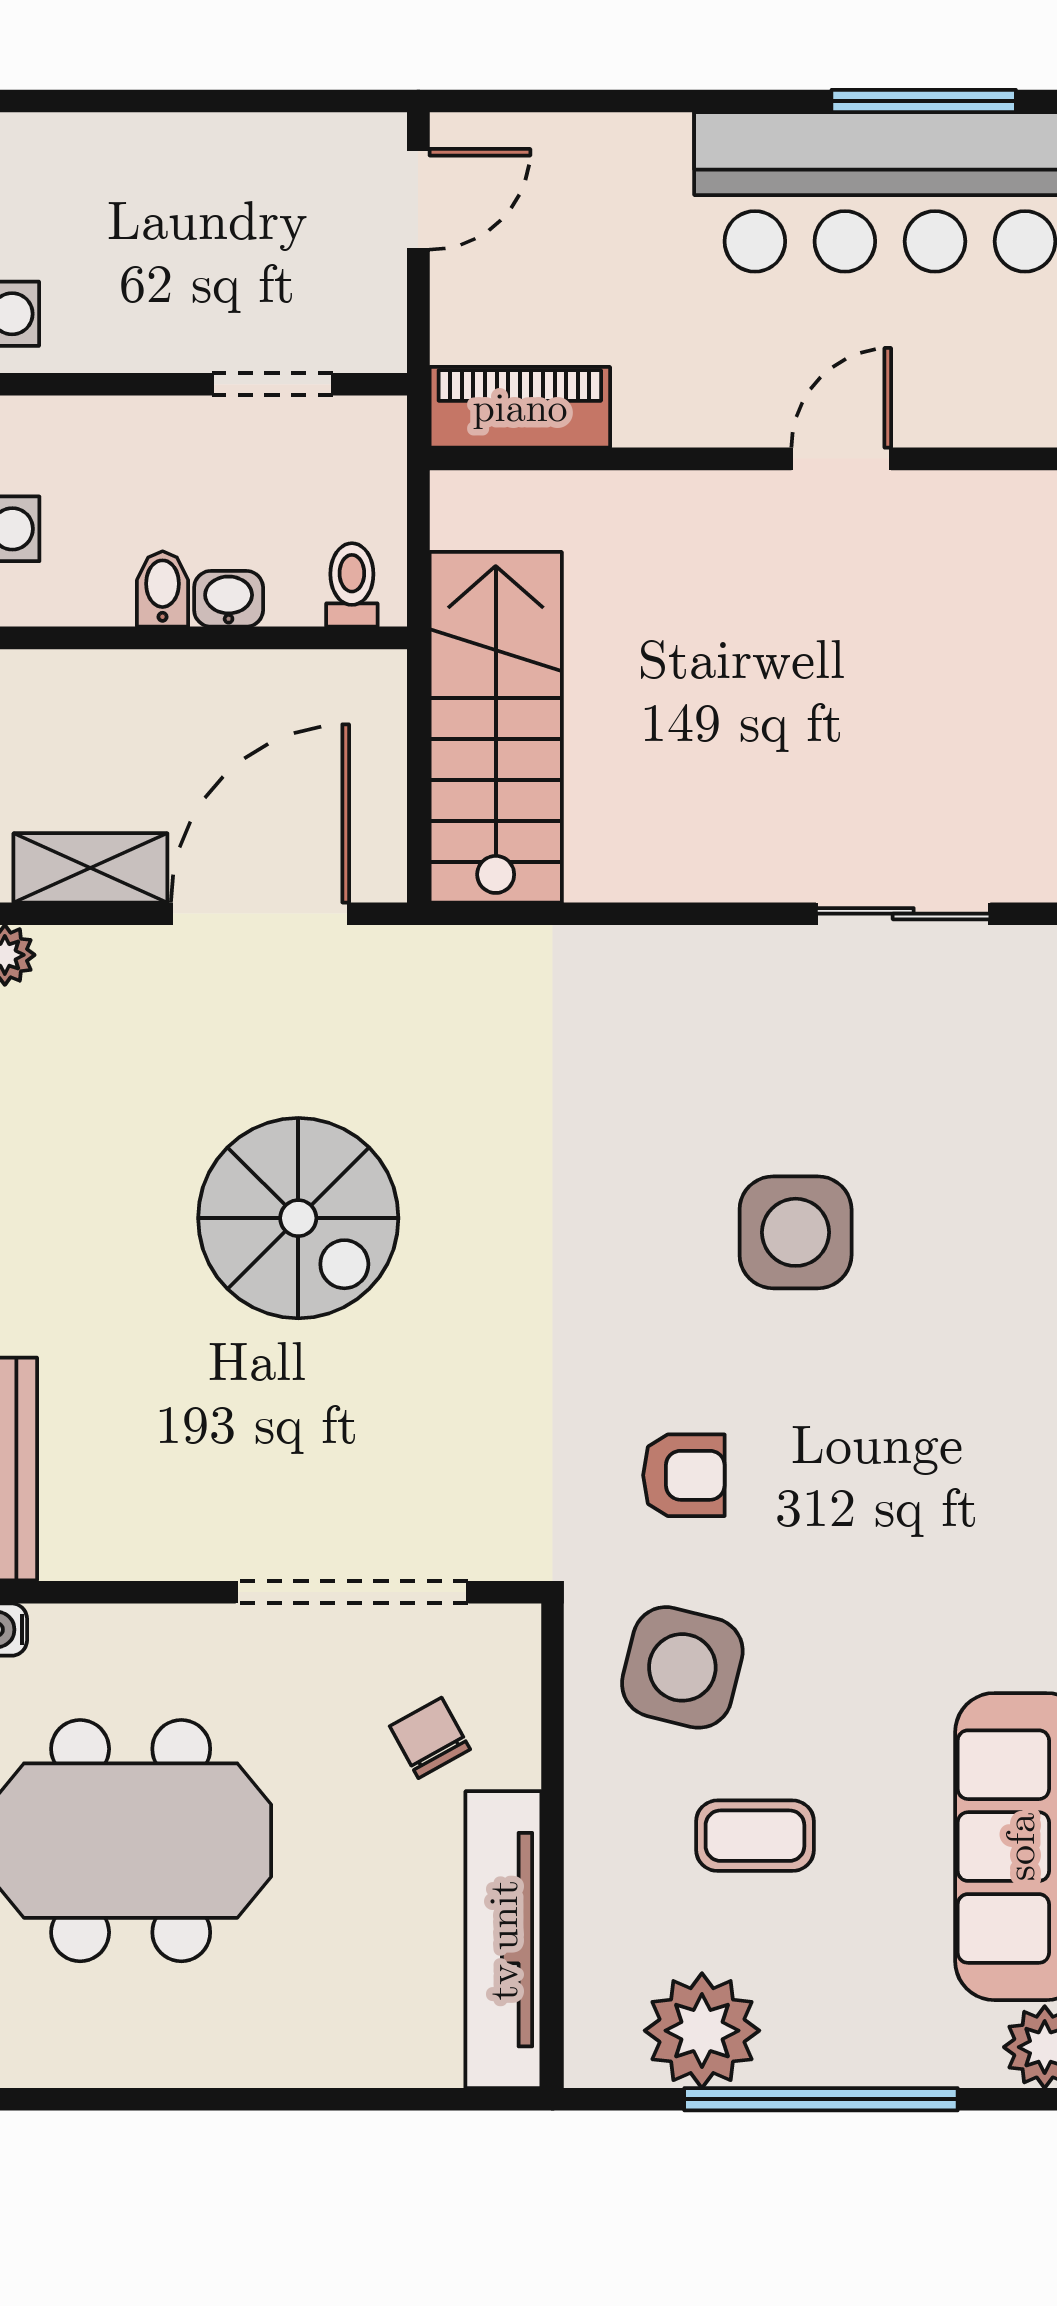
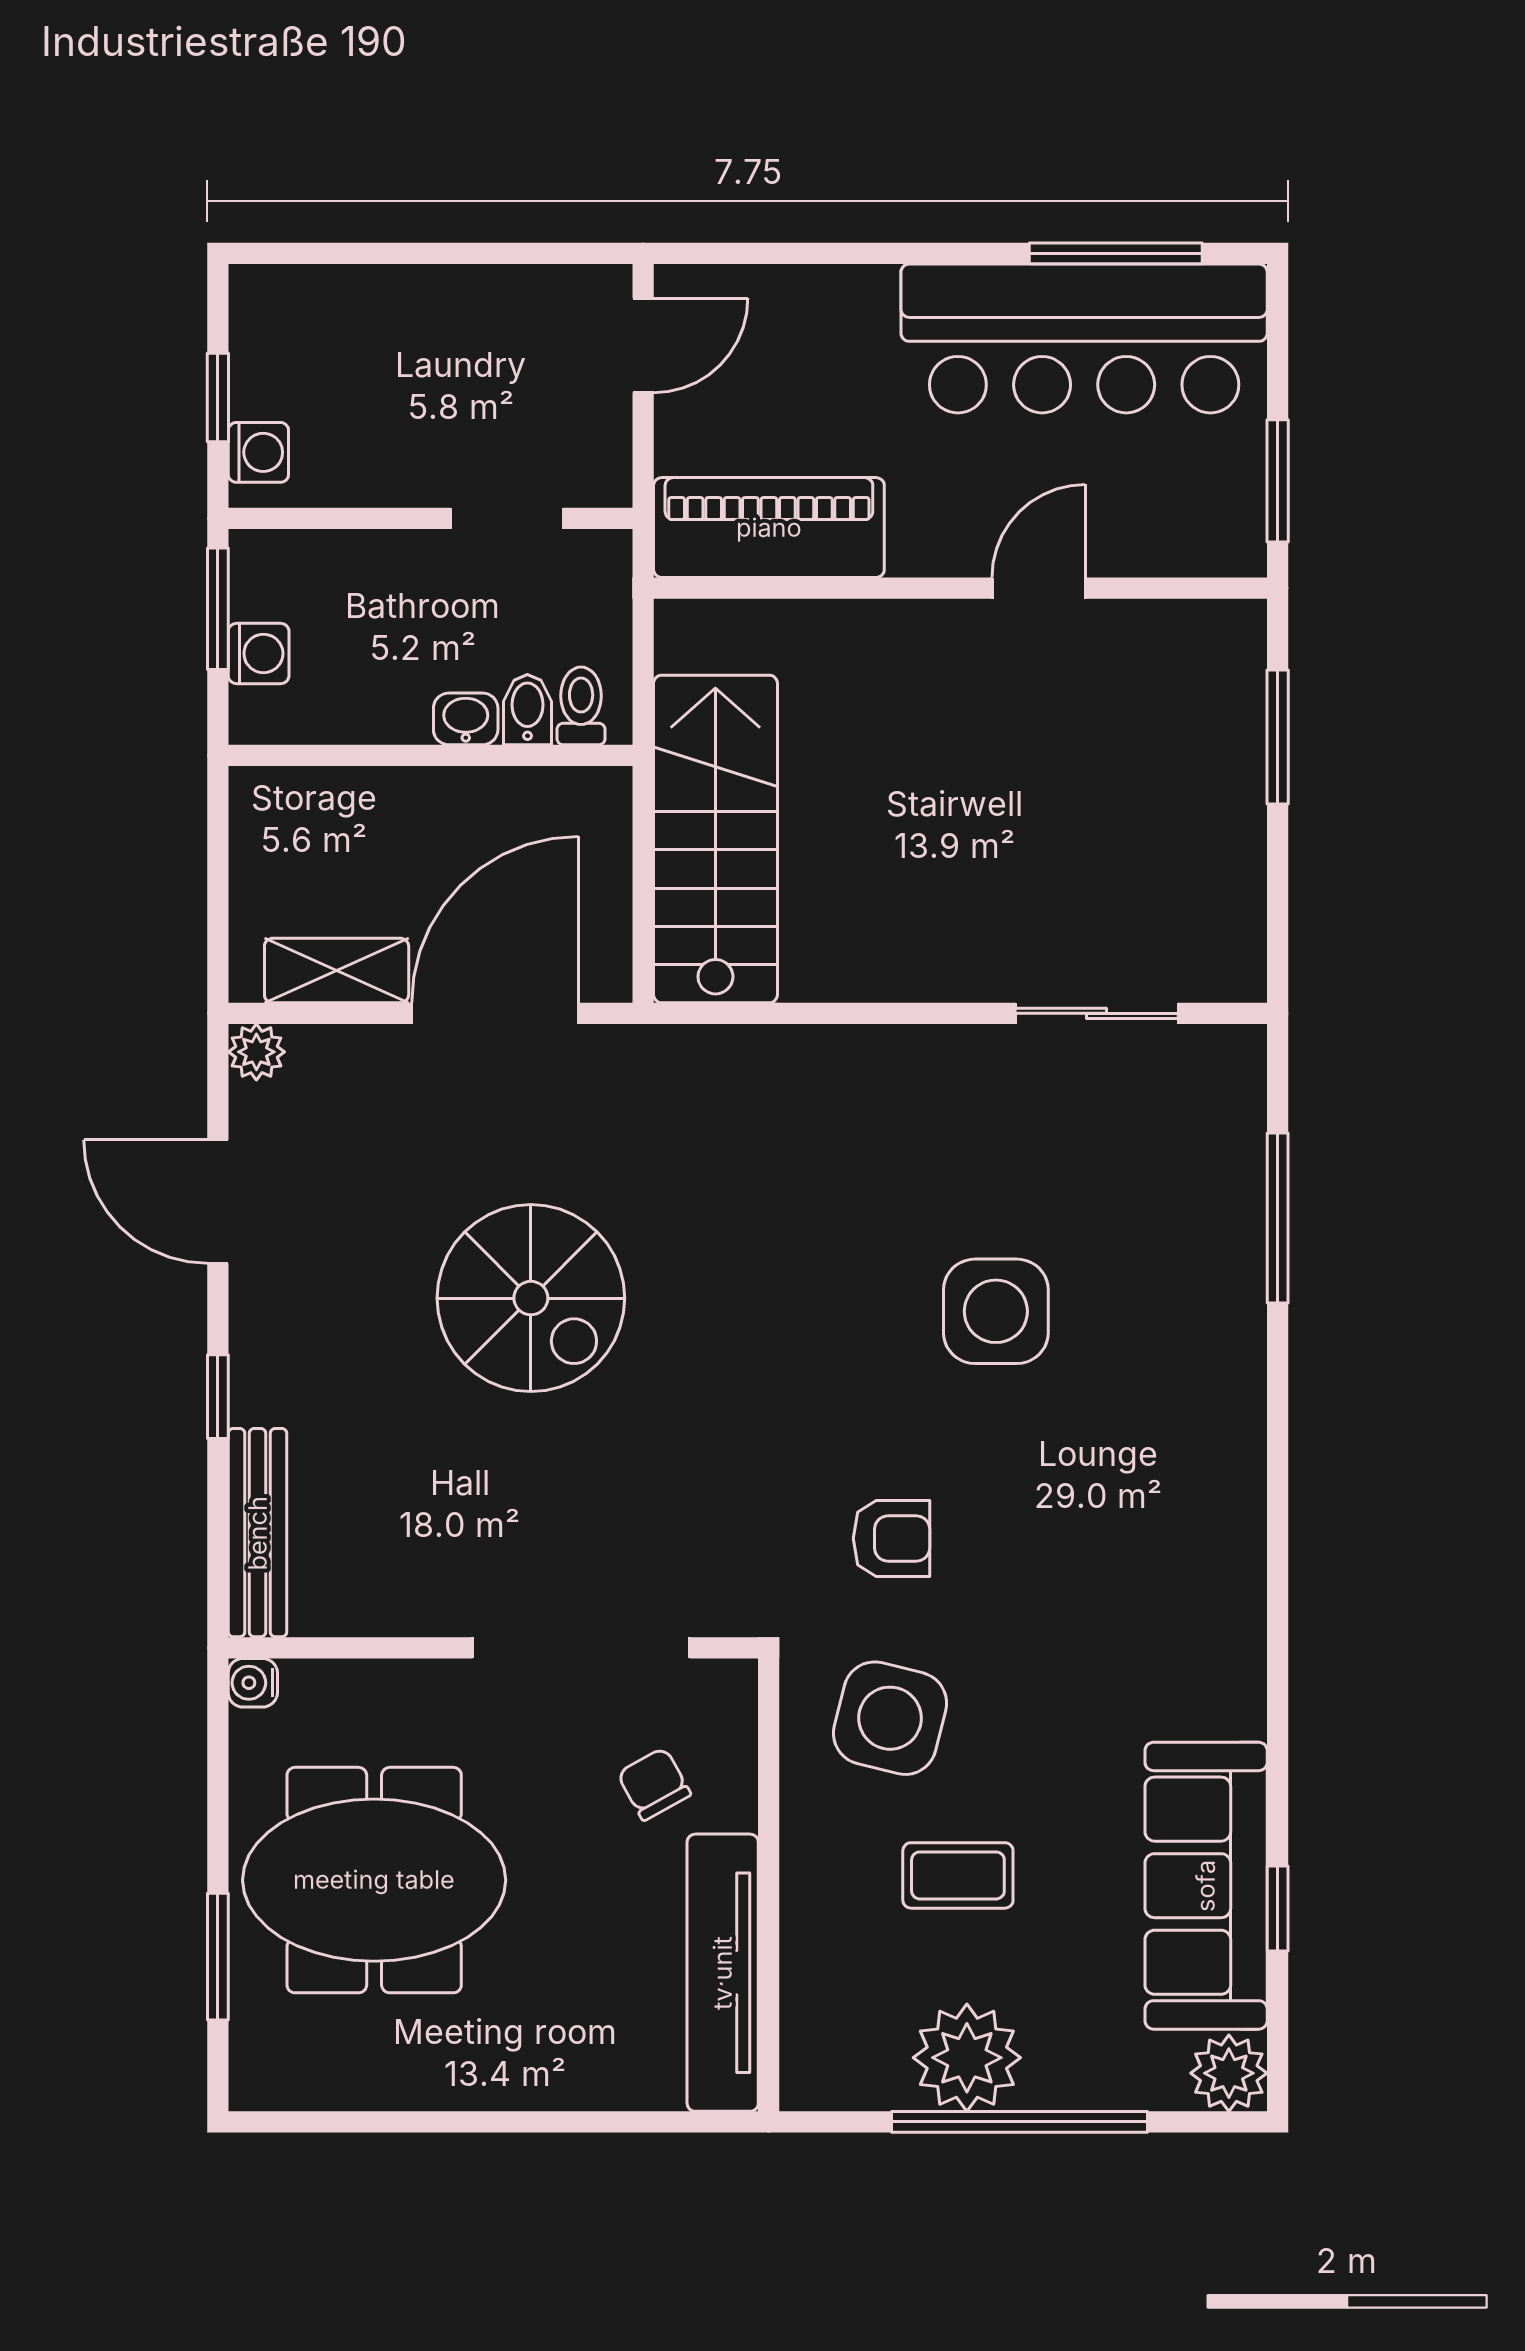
piano: (520, 407) -> (769, 528), width x1.37, depth x1.33
bidet: (163, 589) -> (527, 710), moved
plant: (702, 2031) -> (967, 2058), moved

